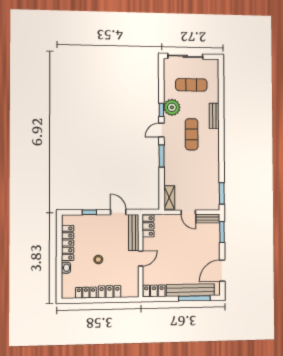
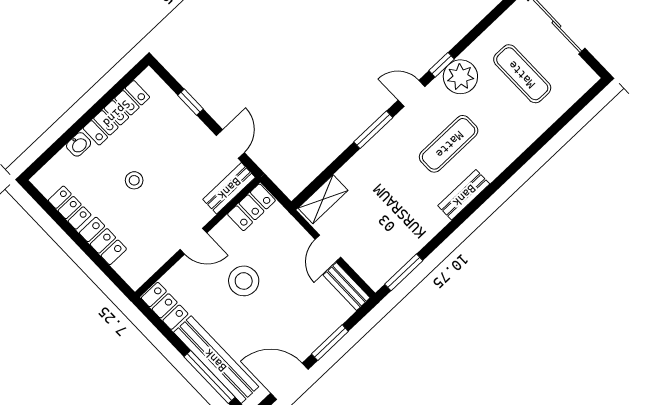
bench: (214, 116) -> (464, 195), moved
bench: (134, 232) -> (229, 188), width x0.73
window: (222, 232) -> (330, 343), moved
stool: (172, 254) -> (244, 281), added

